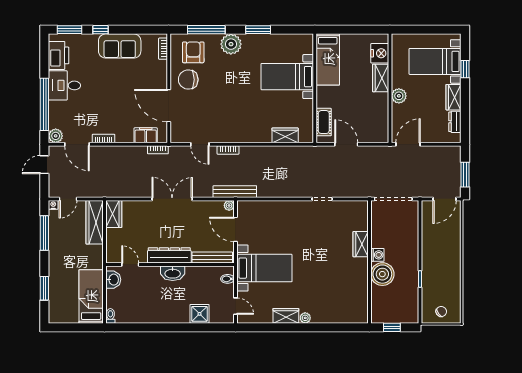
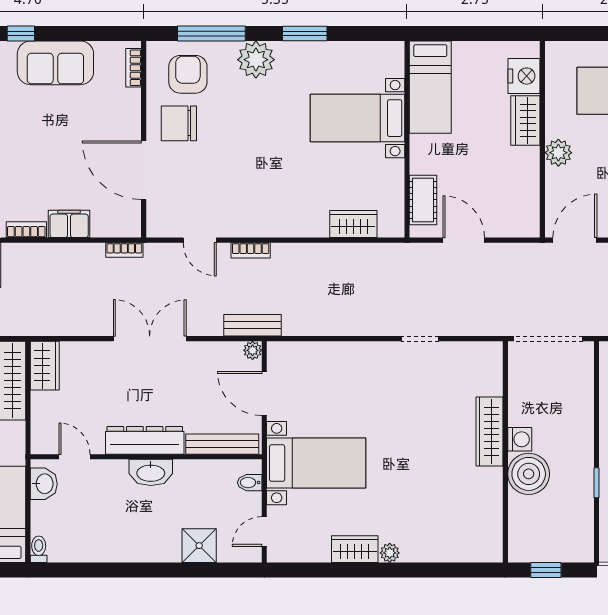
filing cabinet: (146, 135) -> (69, 224), moved
bench: (235, 192) -> (252, 325), width x0.73
wardrobe: (361, 244) -> (490, 432), width x1.50
door: (236, 306) -> (264, 532), swing flipped

